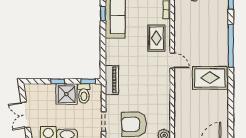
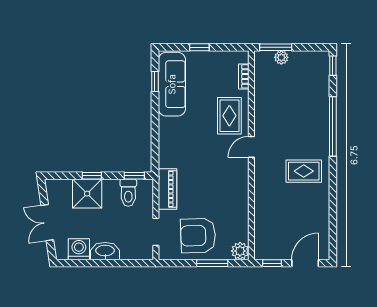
door: (172, 60) -> (251, 147), swing flipped
rug: (210, 78) -> (304, 171), width x0.73, depth x0.70
piano: (112, 80) -> (167, 189), moved
shower: (66, 94) -> (87, 194), moved

